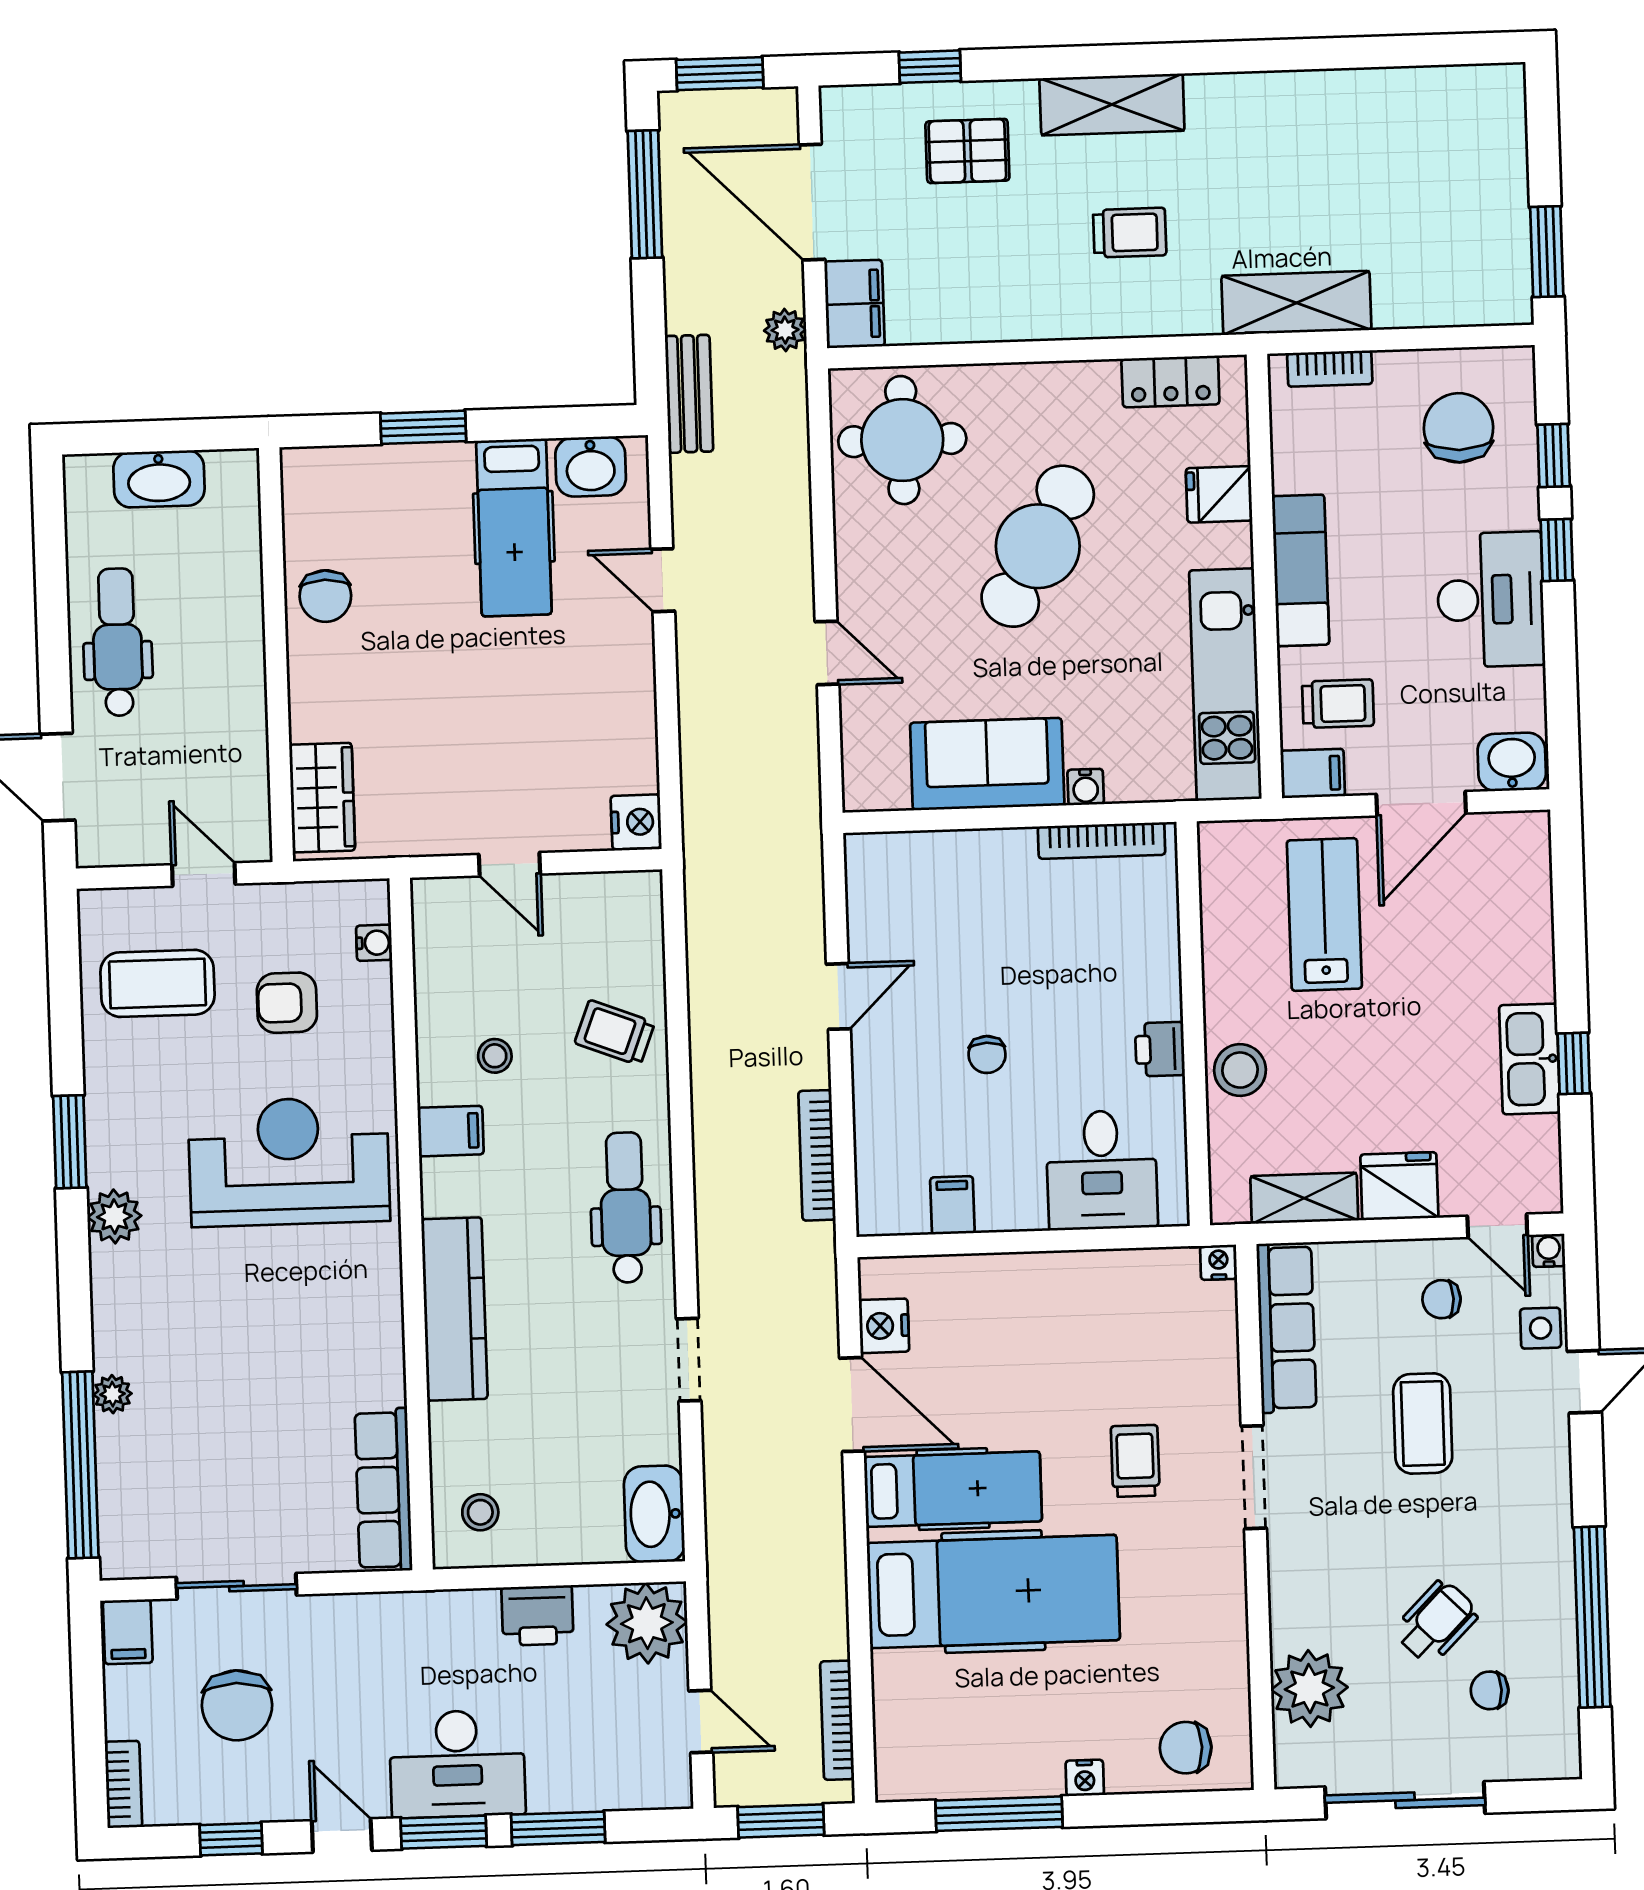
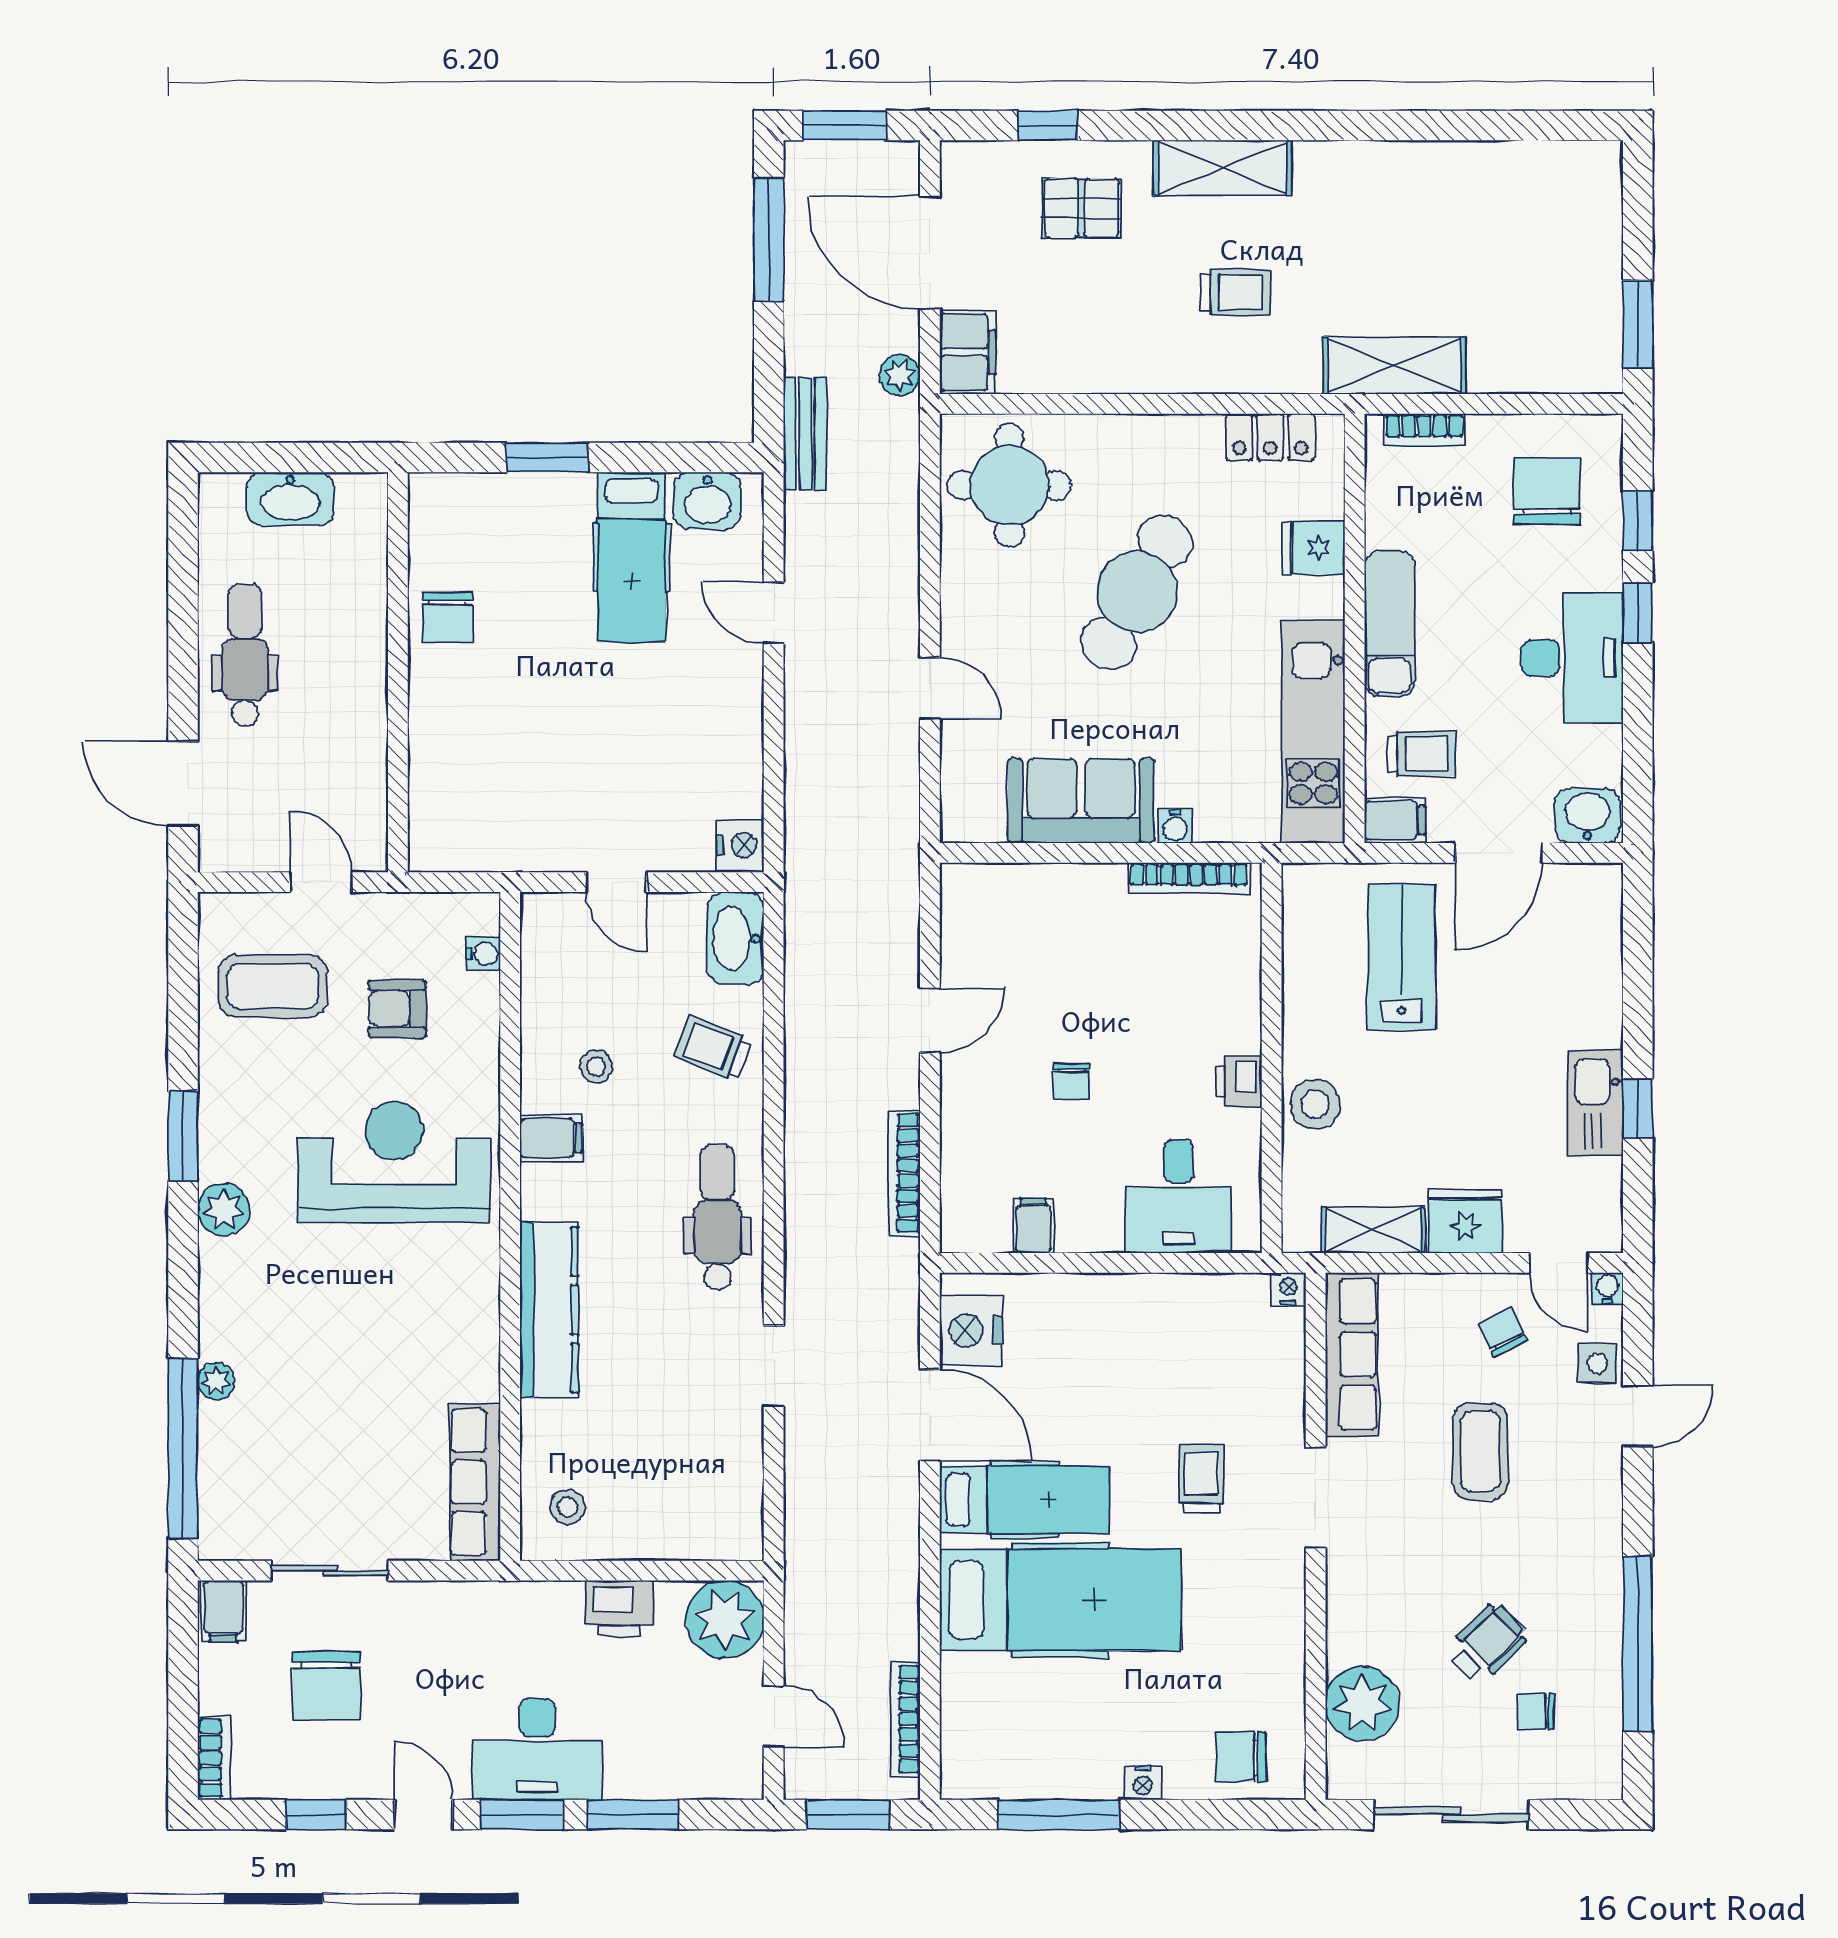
wardrobe: (322, 798) -> (438, 812), removed
chair: (1442, 1299) -> (1502, 1332), turned 64
nightstand: (884, 1326) -> (971, 1331), width x1.36, depth x1.33
washbasin: (654, 1514) -> (735, 938), moved

